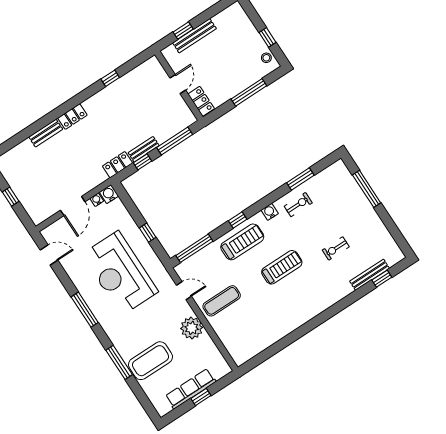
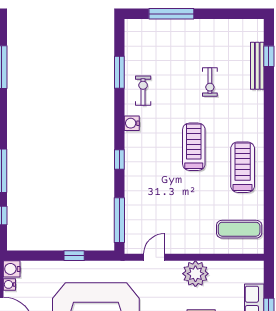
treadmill: (242, 242) -> (243, 167), moved
exercise mat: (222, 301) -> (239, 229), moved, turned 90

